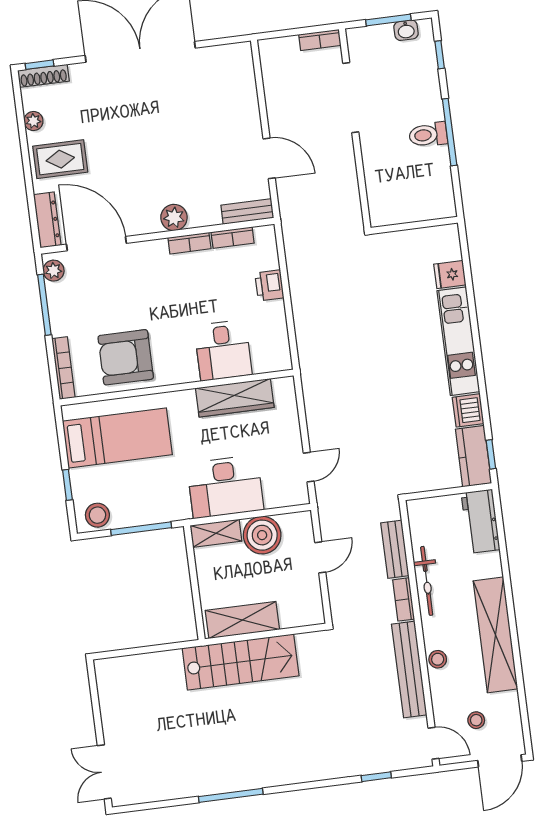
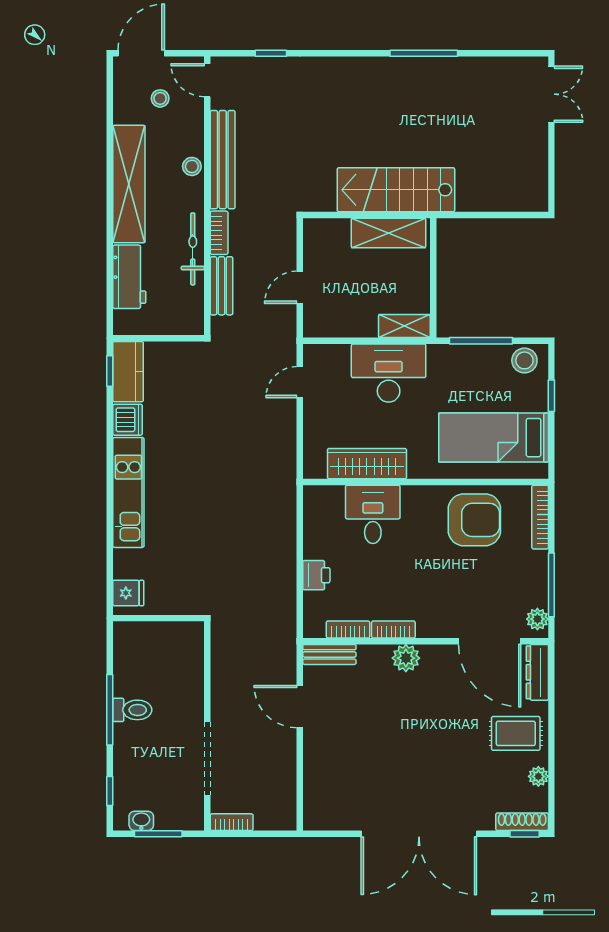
fridge: (450, 275) -> (128, 593), moved
workbench: (481, 521) -> (129, 277), moved
boiler: (262, 535) -> (357, 318), removed

